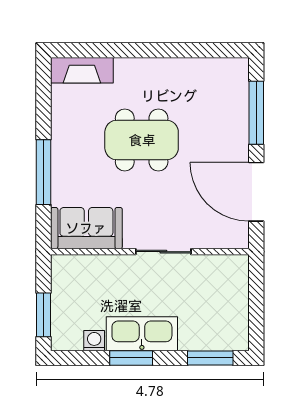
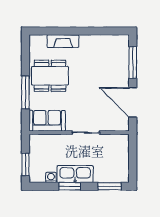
fireplace: (82, 70) -> (63, 41), moved
dining table: (142, 140) -> (50, 76), moved

